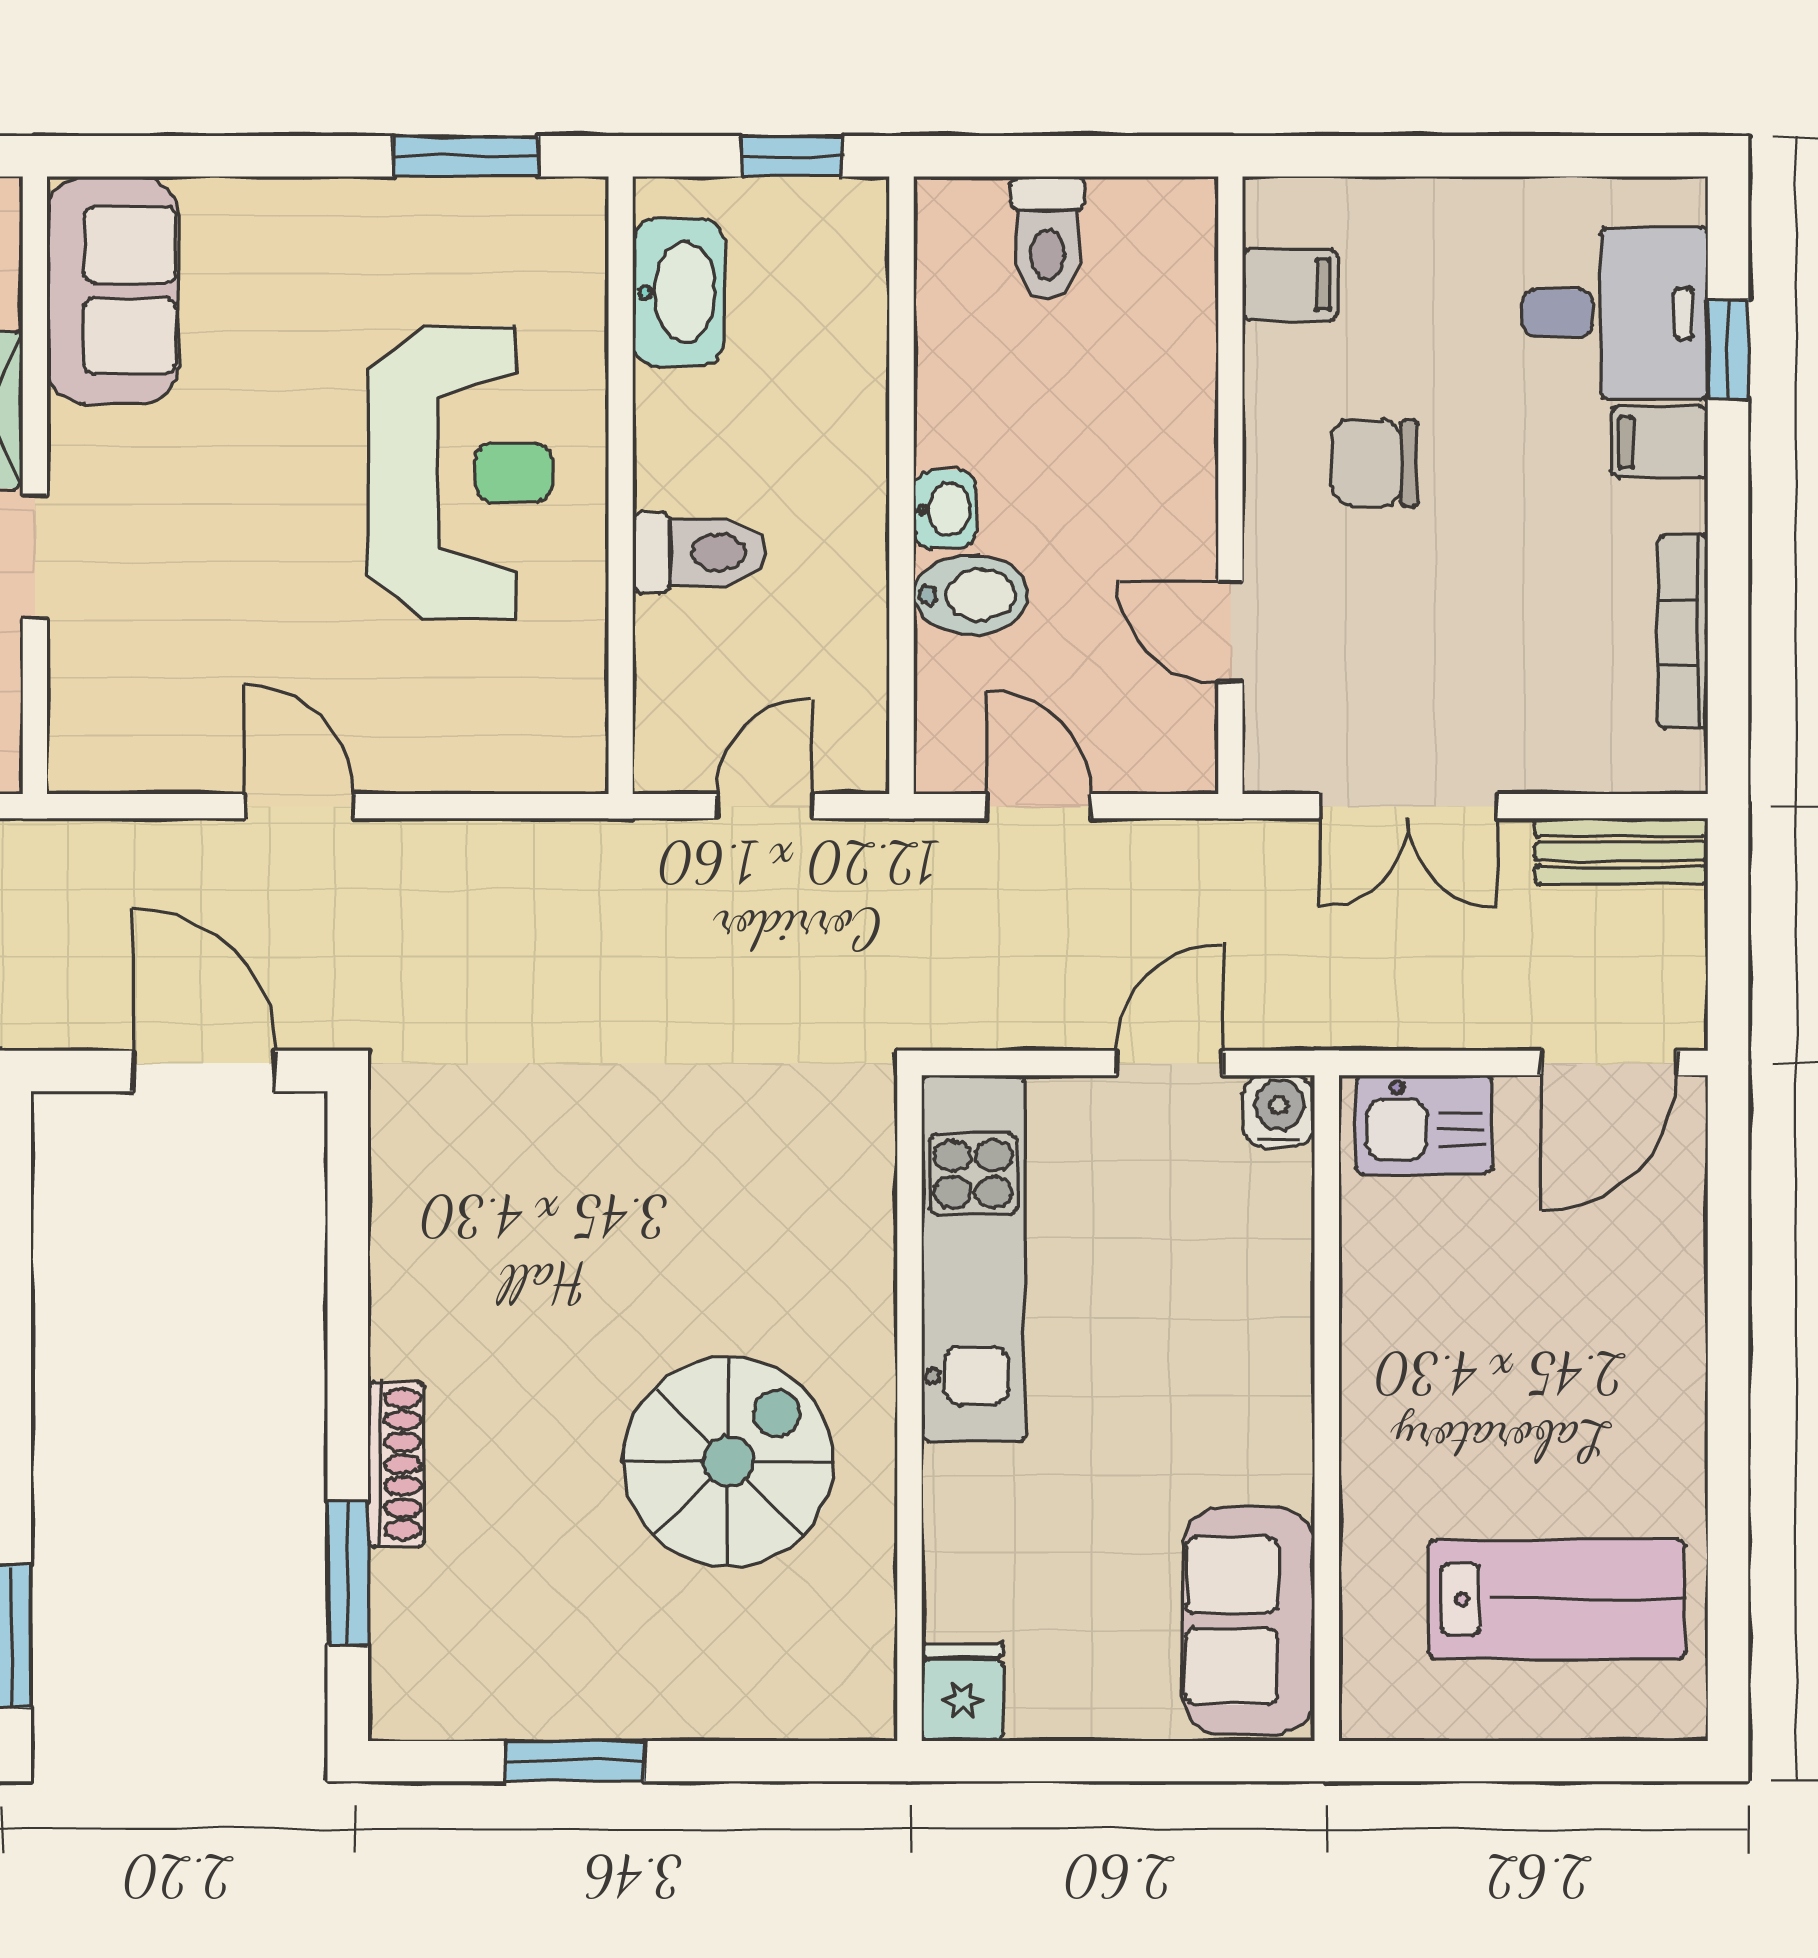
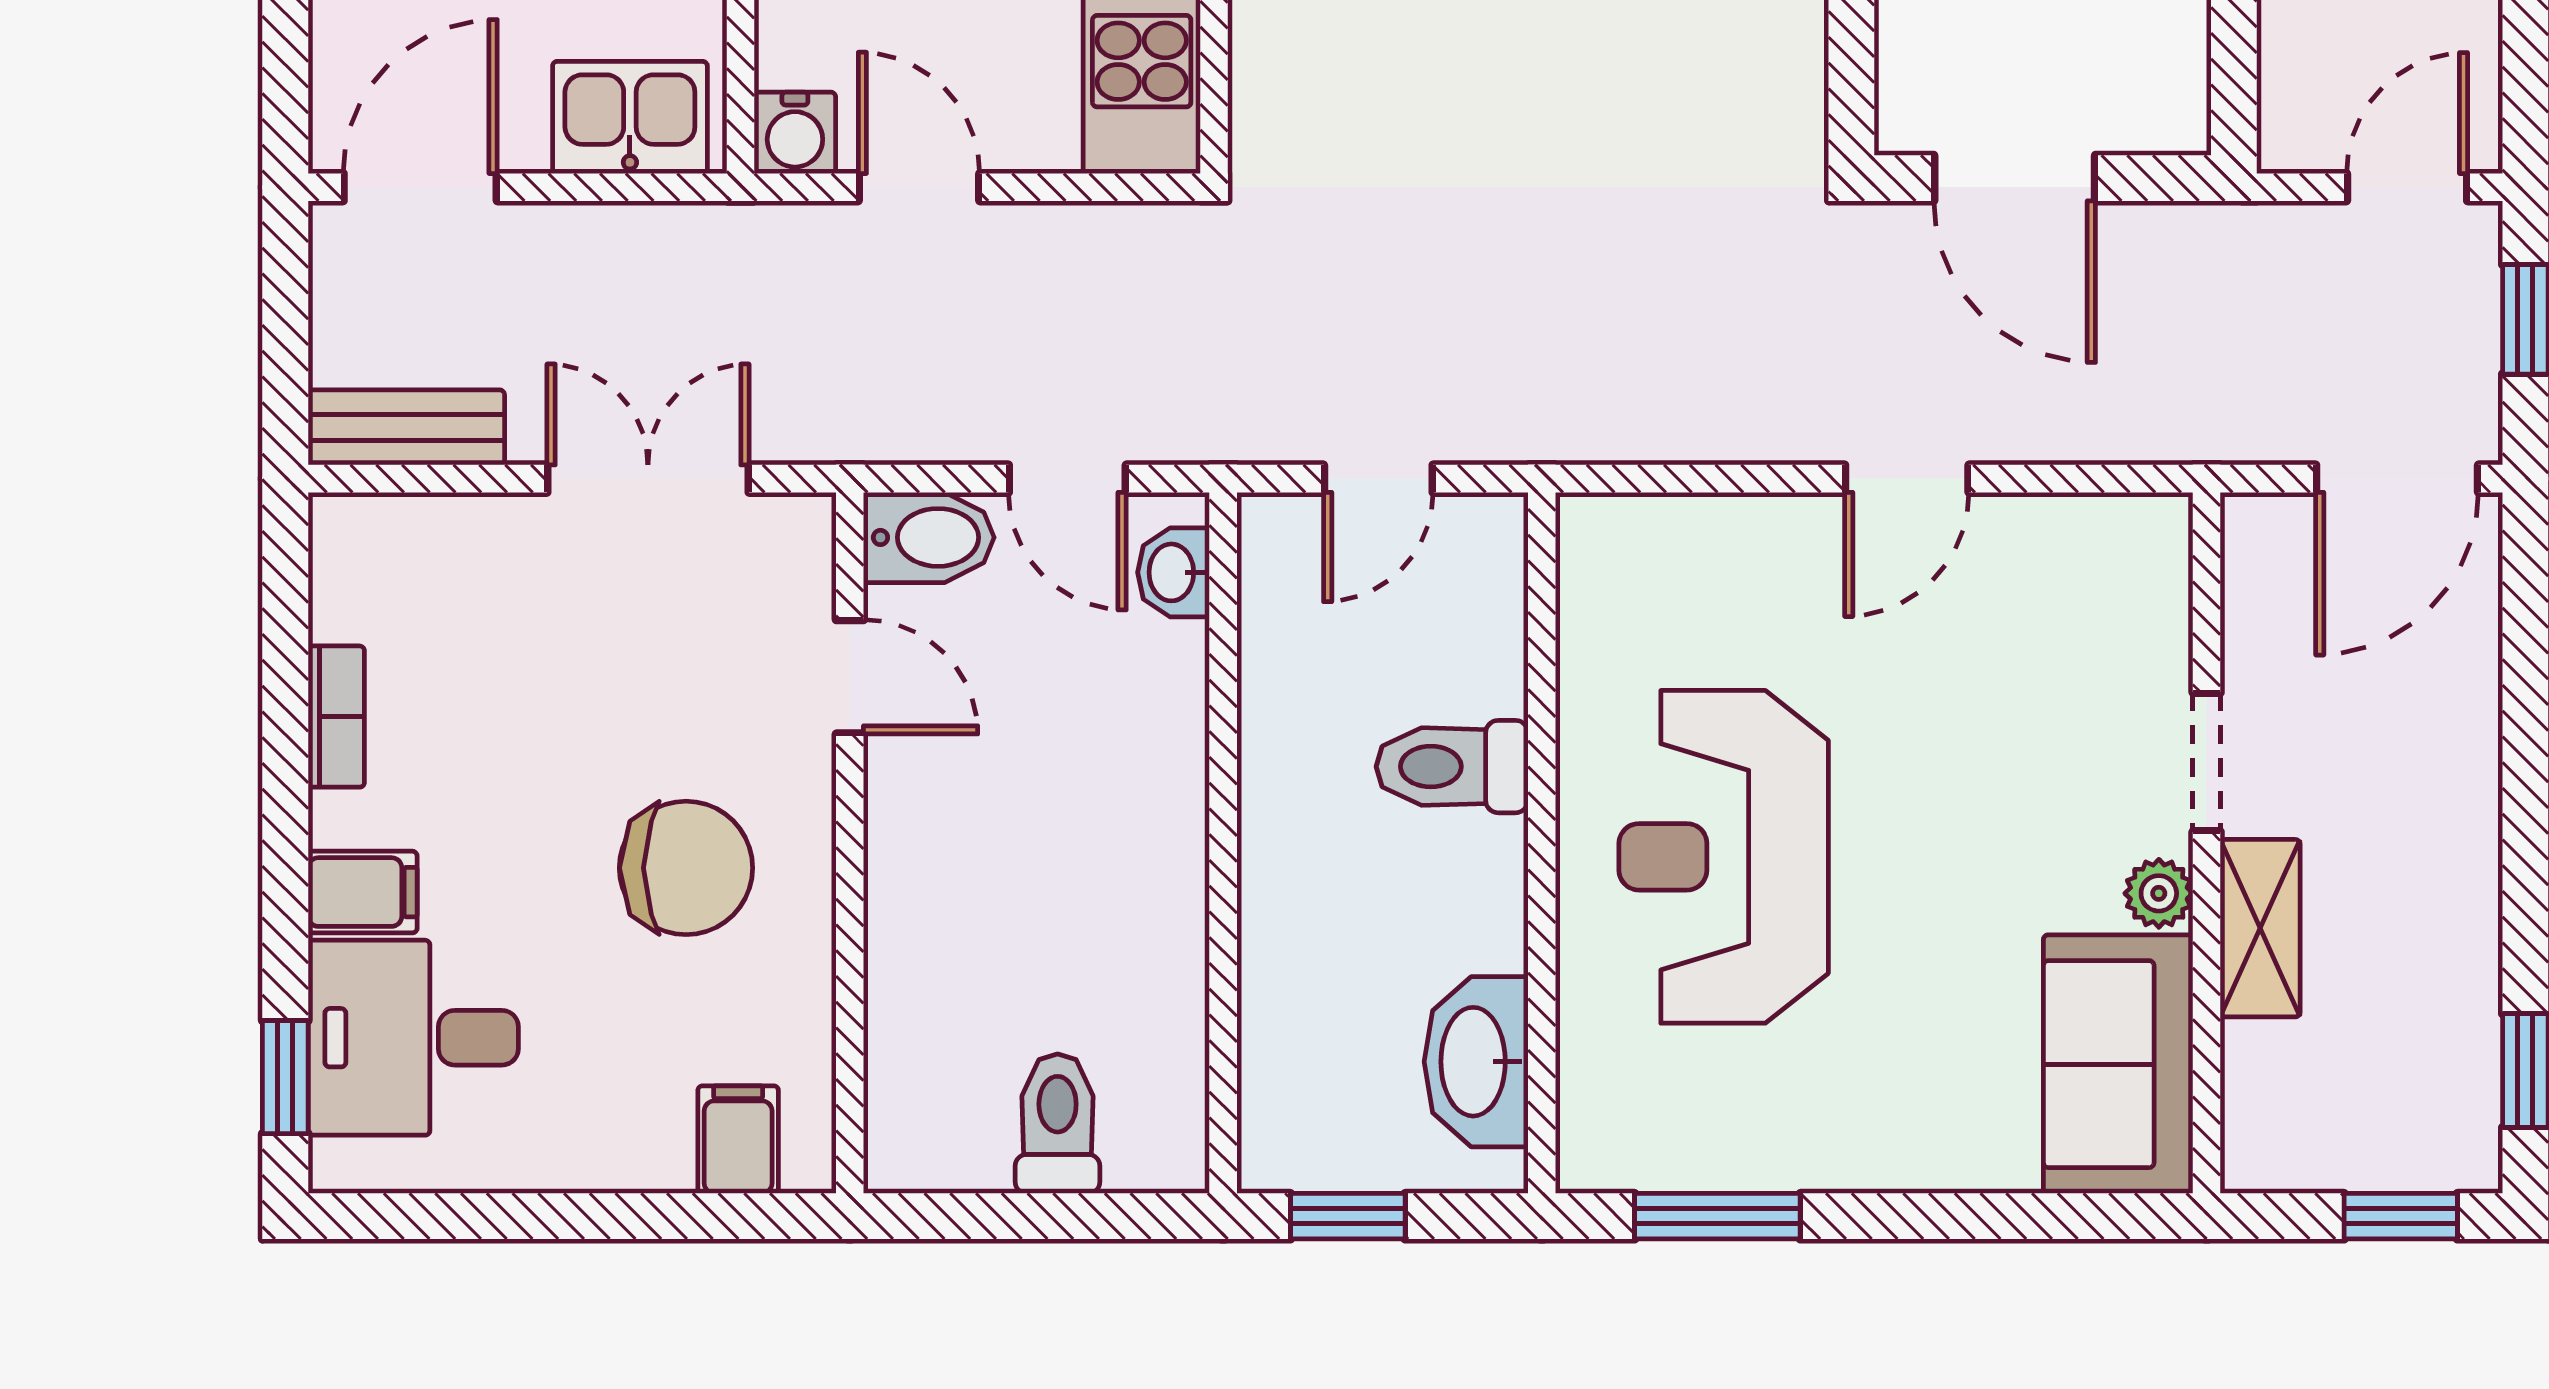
filing cabinet: (1290, 285) -> (738, 1140), moved, turned 90
window: (1728, 349) -> (285, 1077), moved
plant: (77, 441) -> (2159, 893), added
chair: (1375, 463) -> (686, 868), width x1.37, depth x1.37
washbasin: (945, 509) -> (1173, 572), moved
bidet: (971, 595) -> (929, 537), moved, turned 180
bookcase: (1683, 631) -> (336, 717), width x0.64
door: (299, 806) -> (1907, 479), hinge flipped
door: (1169, 1063) -> (919, 187), swing flipped

